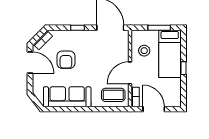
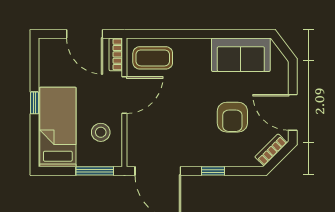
window: (159, 28) -> (95, 171), moved
armchair: (66, 60) -> (232, 117), turned 180
sofa: (67, 97) -> (241, 55), width x0.73

